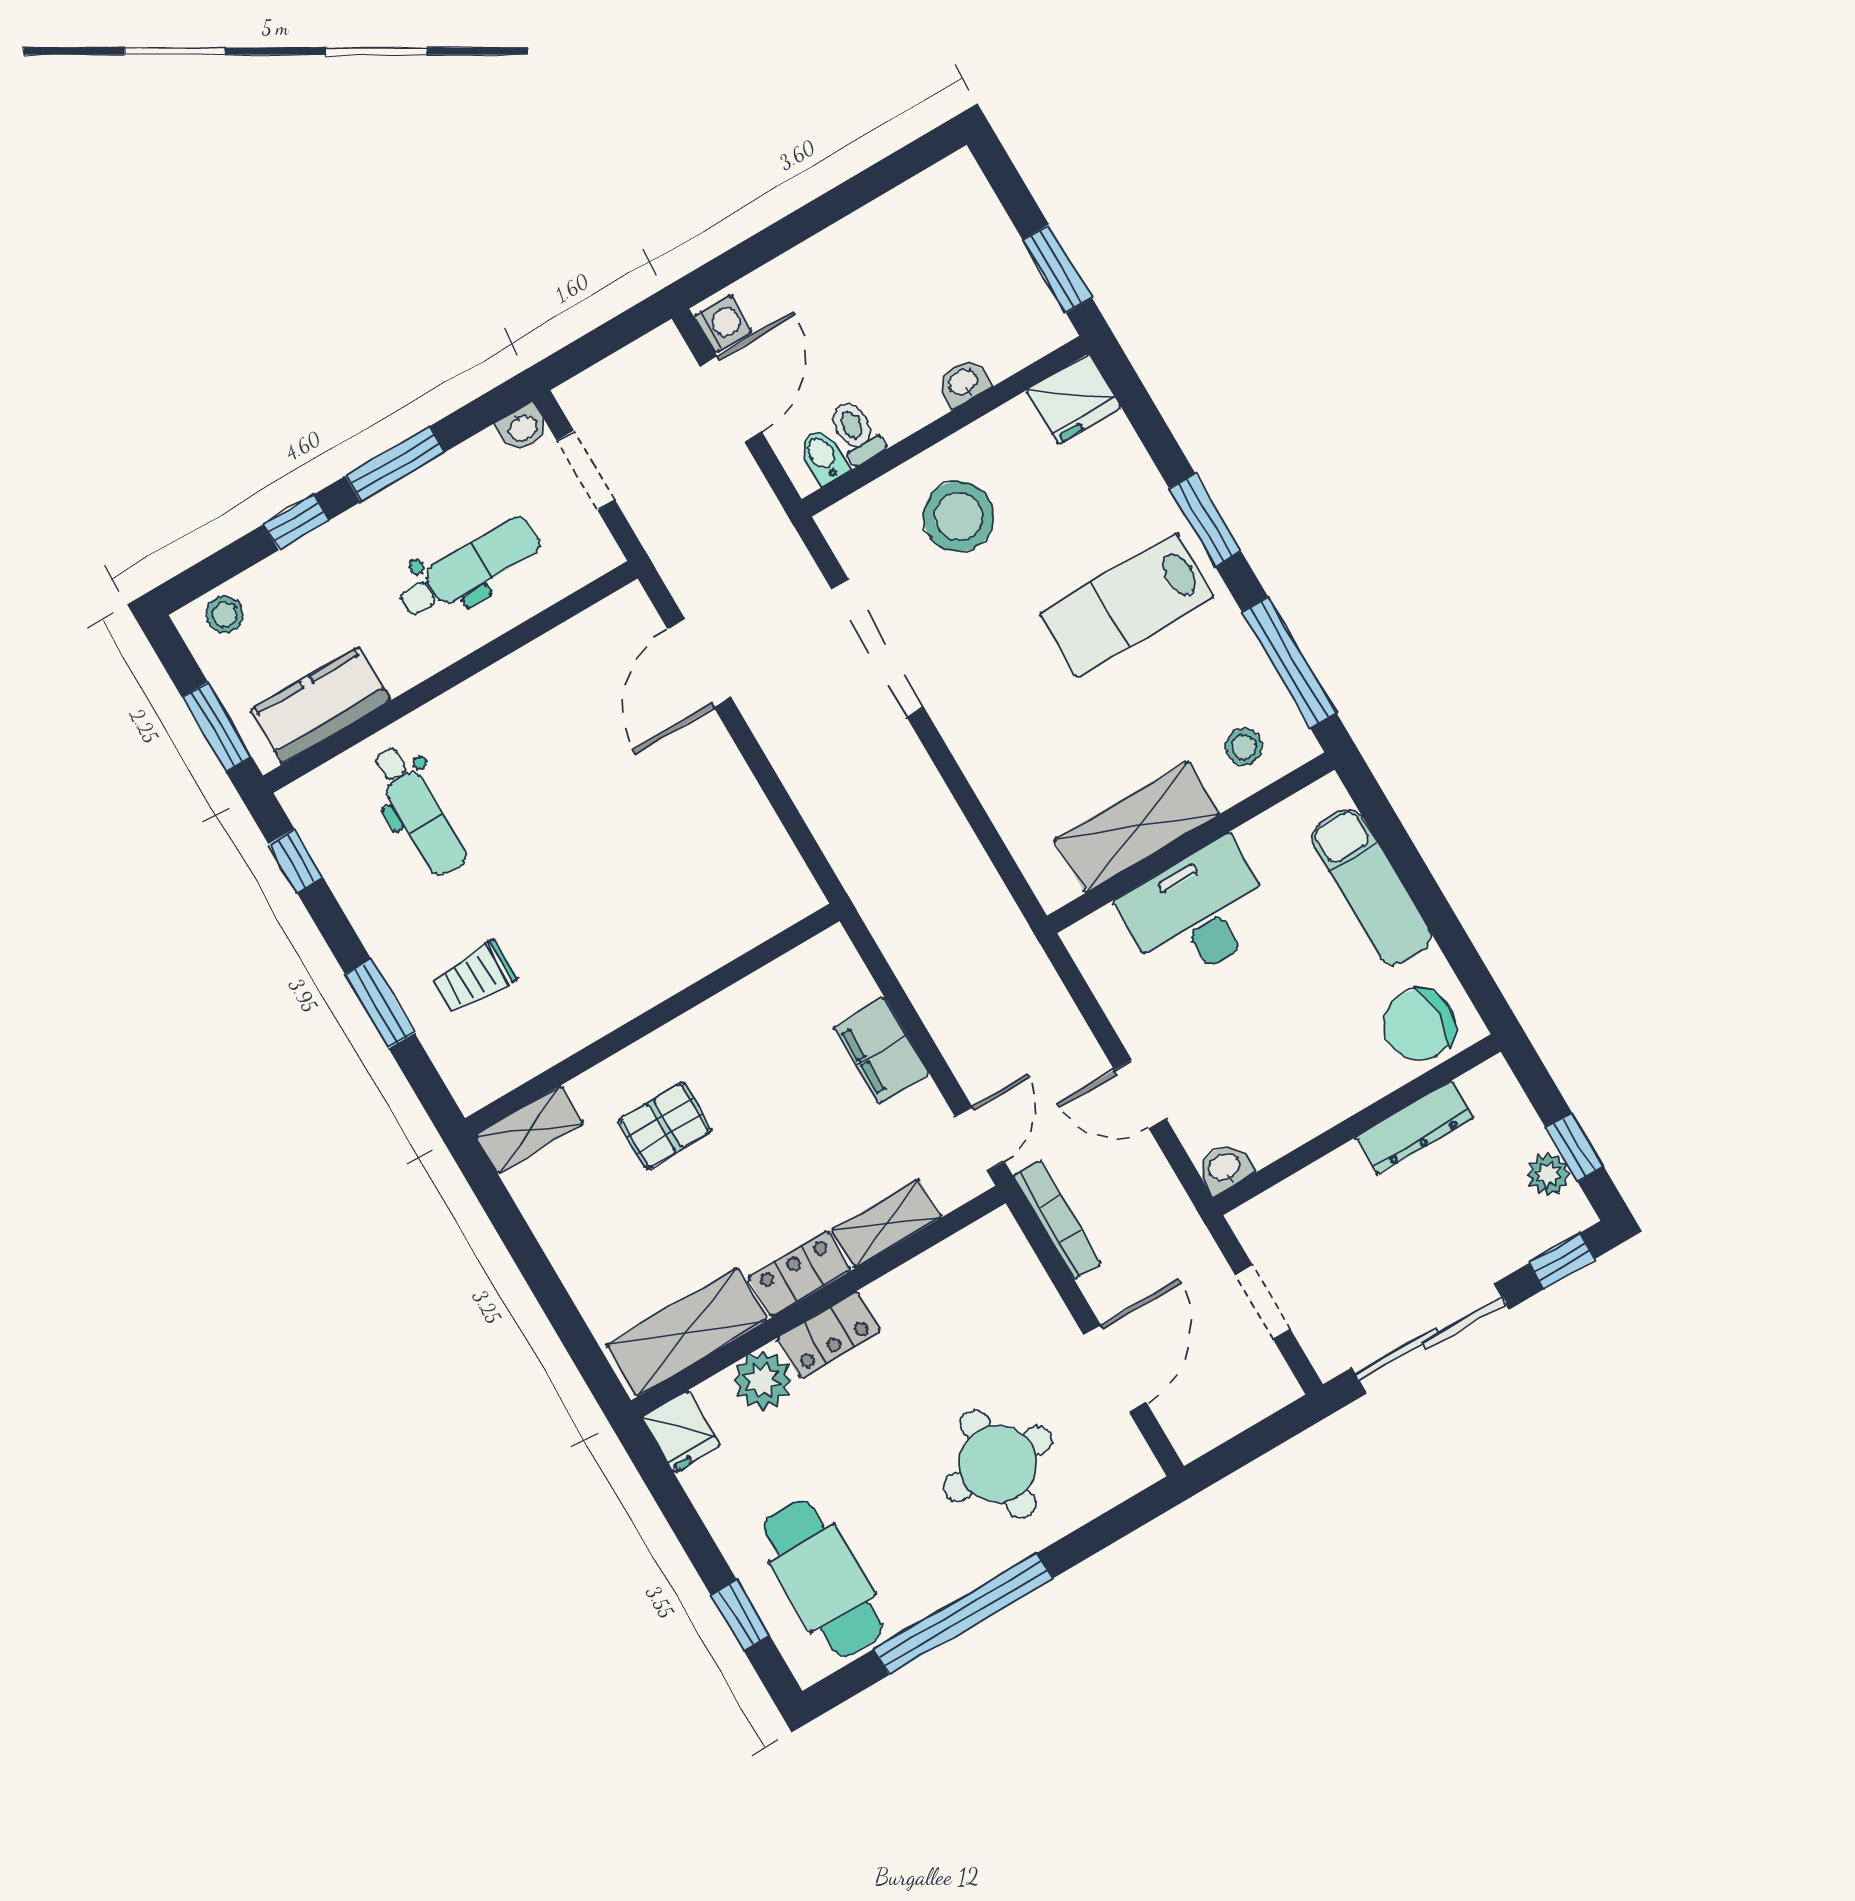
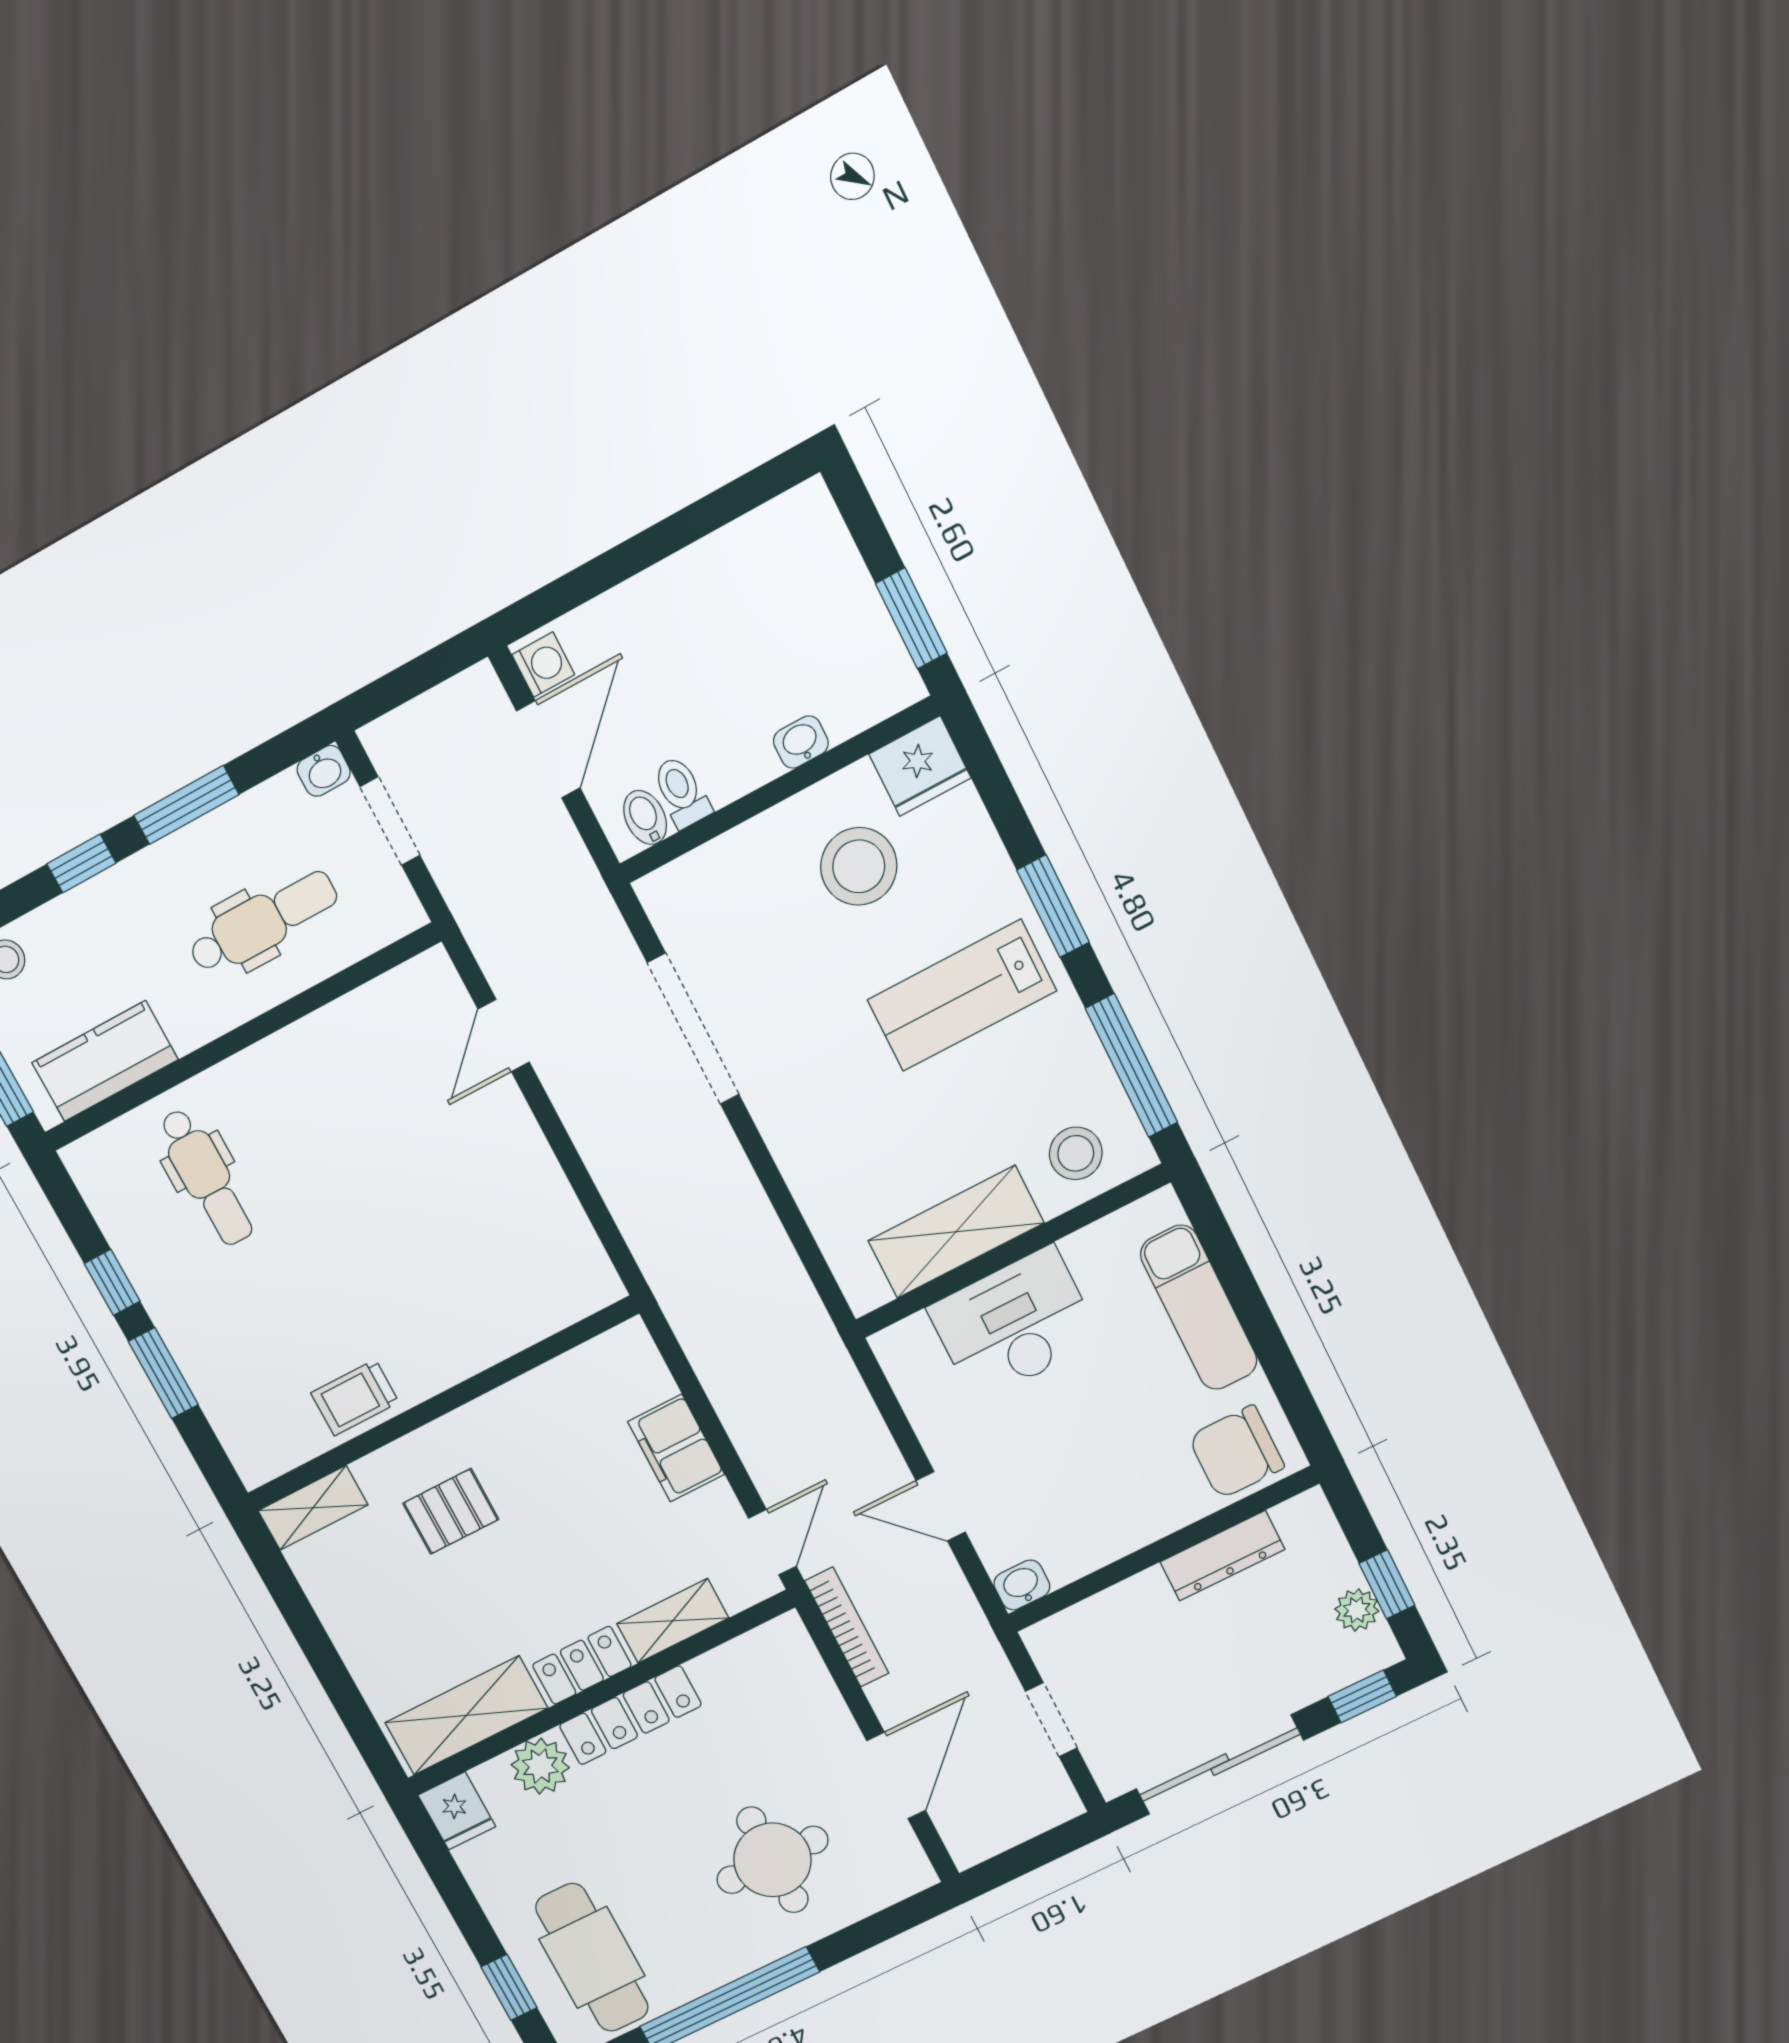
stool: (959, 517) -> (859, 866), moved
door: (699, 663) -> (504, 1036), width x0.73
stool: (1244, 747) -> (1076, 1153), width x1.37, depth x1.37
window: (296, 861) -> (112, 1282), moved
trolley: (474, 977) -> (355, 1398), moved
locker: (828, 1335) -> (630, 1715), width x1.53

